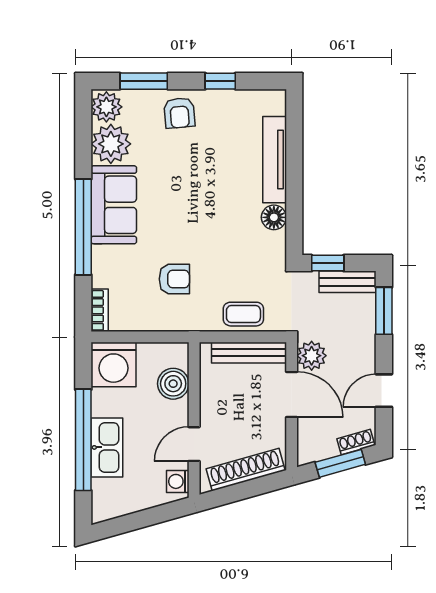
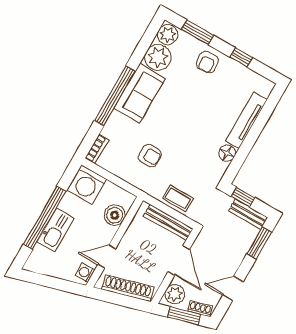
plant: (312, 356) -> (175, 294), moved

